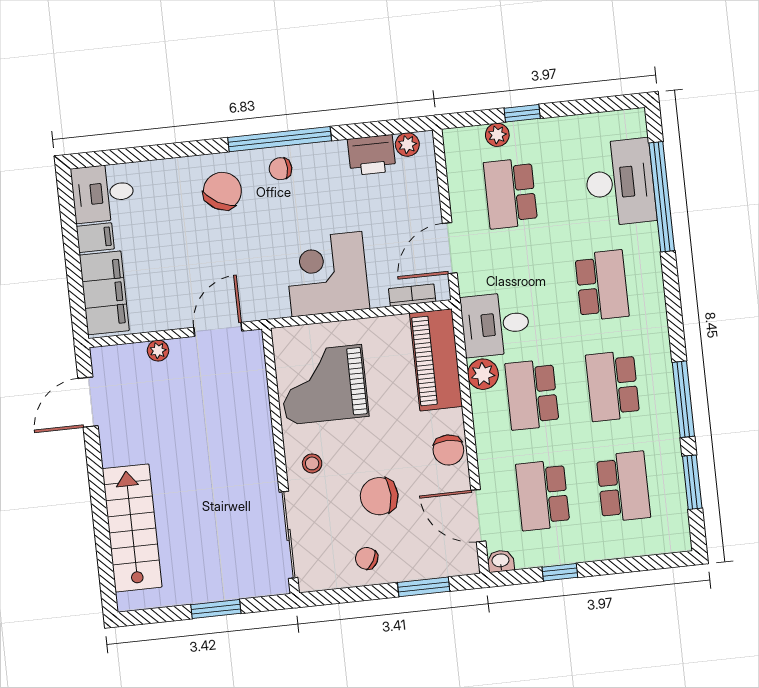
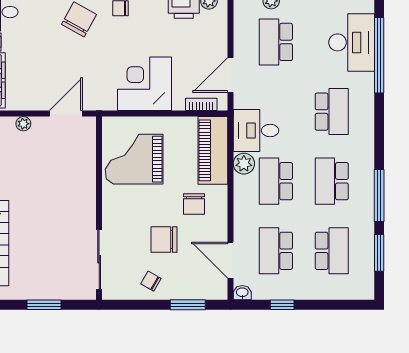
chair: (448, 450) -> (194, 204), moved
stool: (312, 463) -> (120, 212), removed

